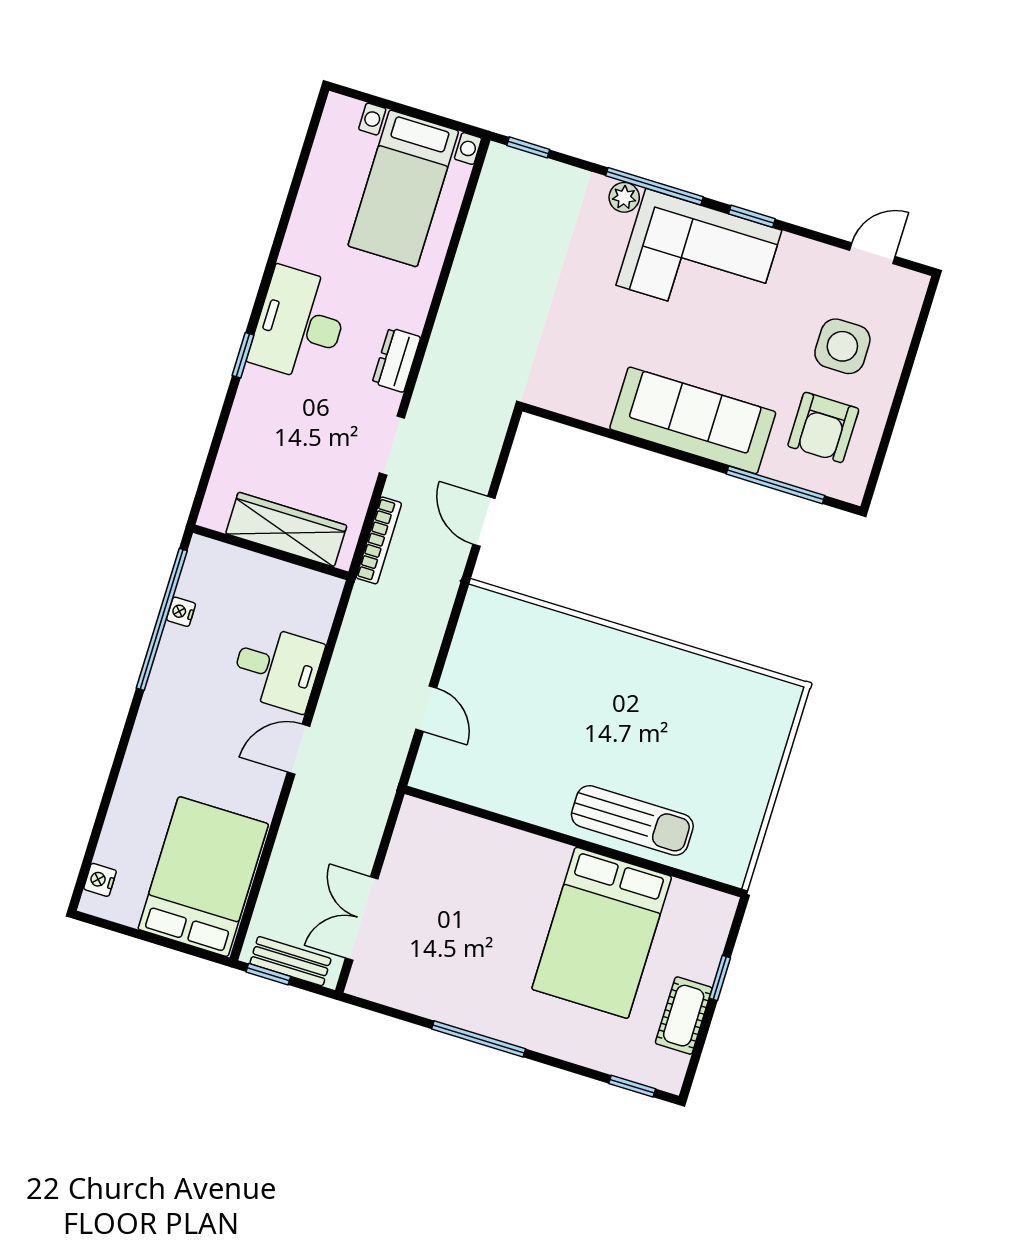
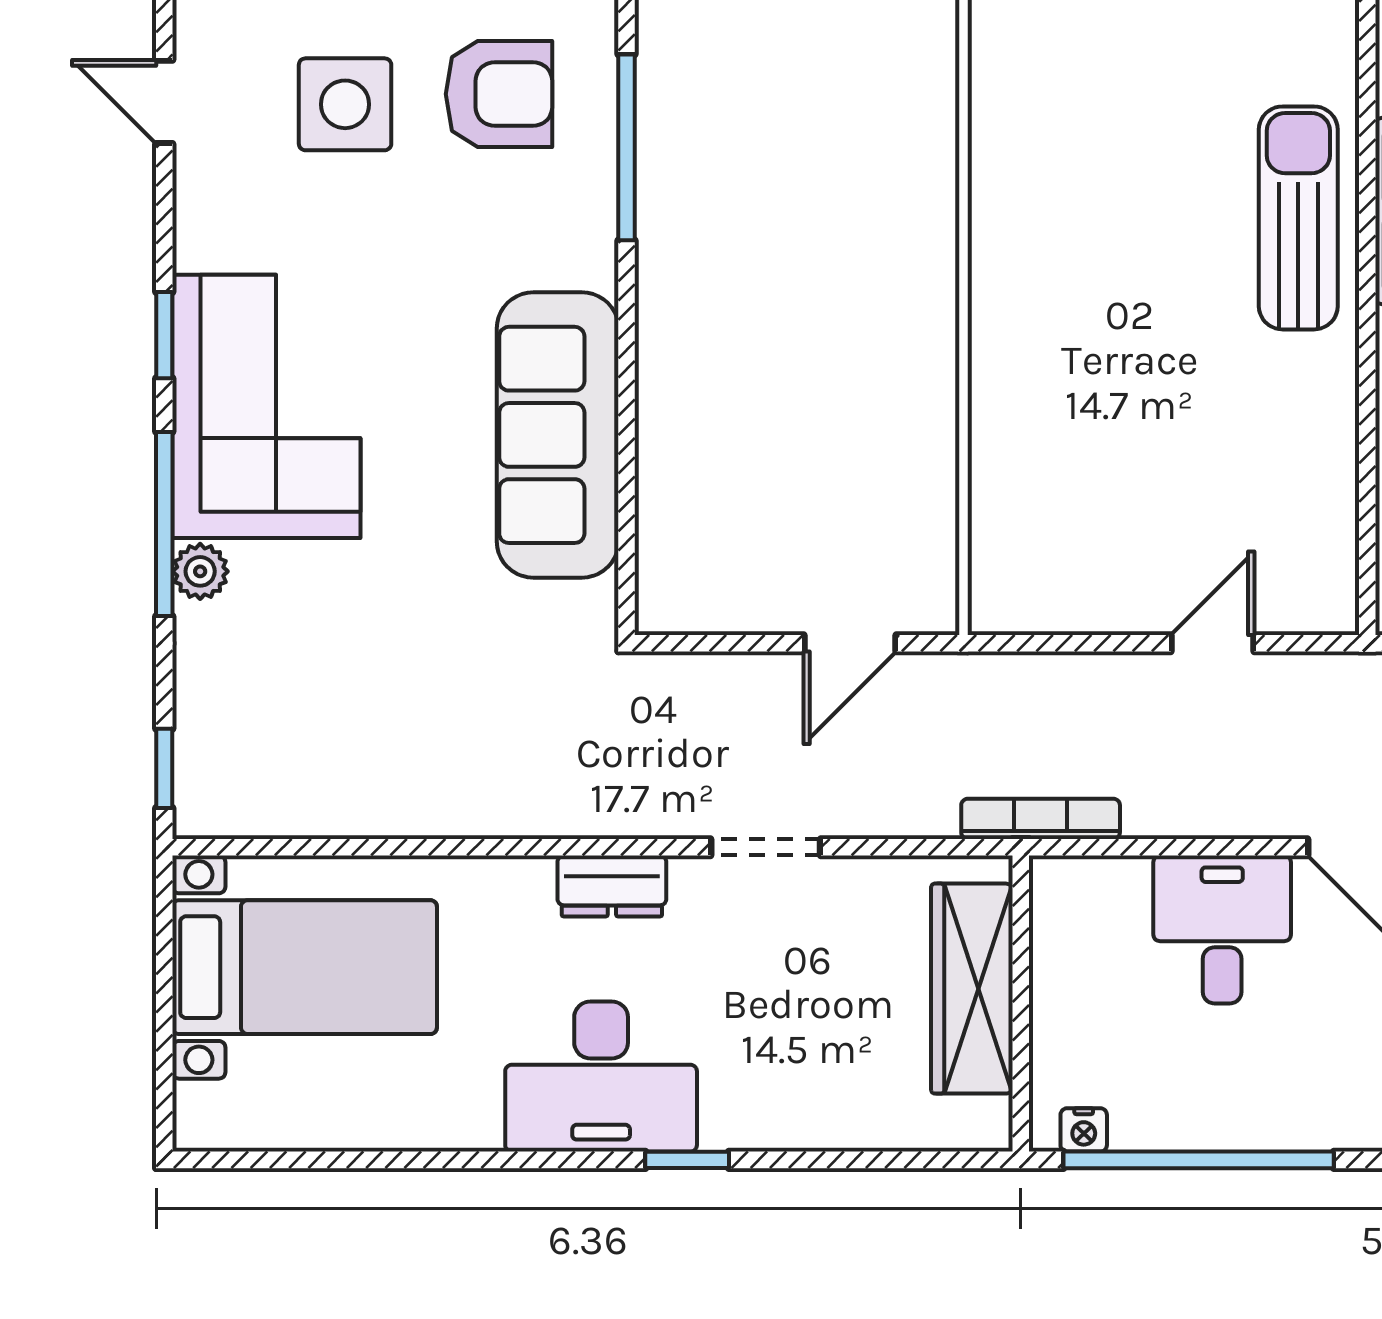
sofa: (693, 420) -> (558, 435), moved
bookcase: (379, 540) -> (1041, 819), moved
nightstand: (181, 612) -> (1084, 1130), moved

